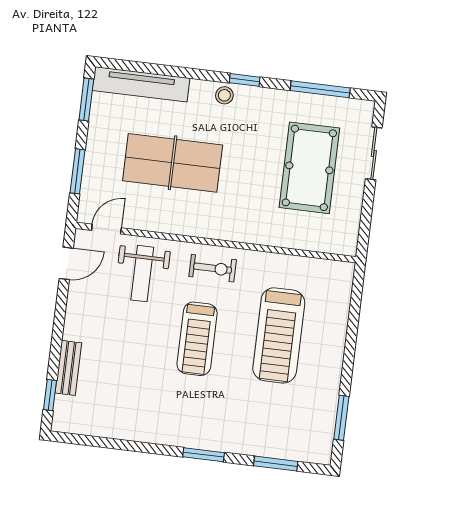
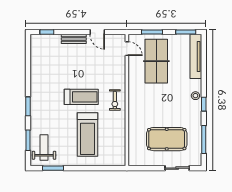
table tennis table: (173, 163) -> (156, 61), moved
door: (66, 263) -> (97, 32), moved
weight bench: (142, 274) -> (44, 148), moved, turned 90
treadmill: (279, 335) -> (88, 134), turned -90
treadmill: (197, 339) -> (81, 97), turned 180
bench: (68, 368) -> (74, 39), moved

